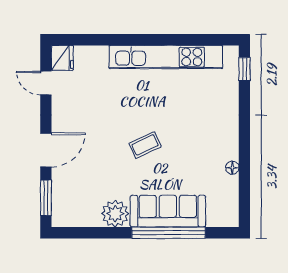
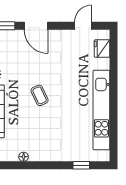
fridge: (62, 58) -> (102, 49), moved, turned 90
window: (244, 69) -> (81, 165), moved

